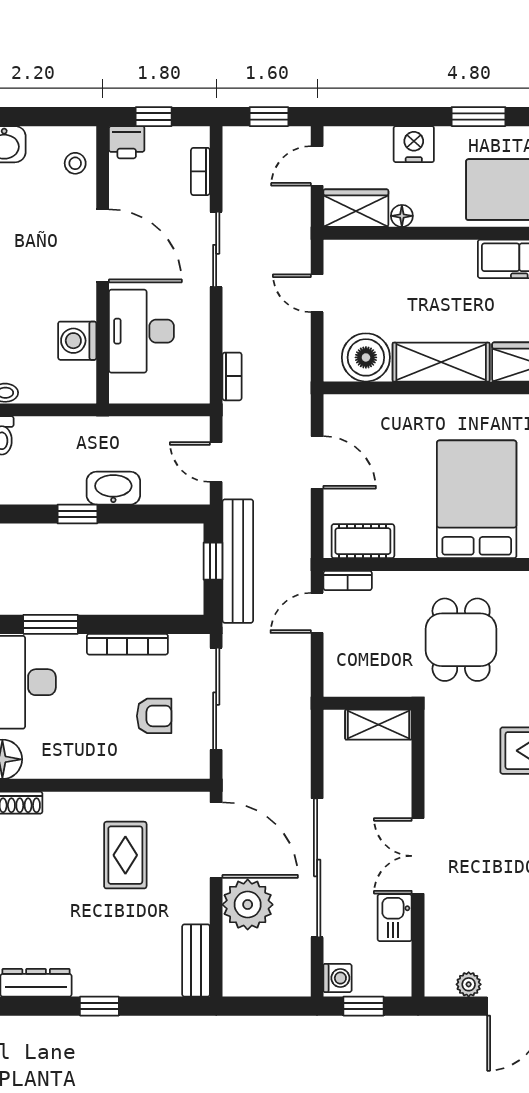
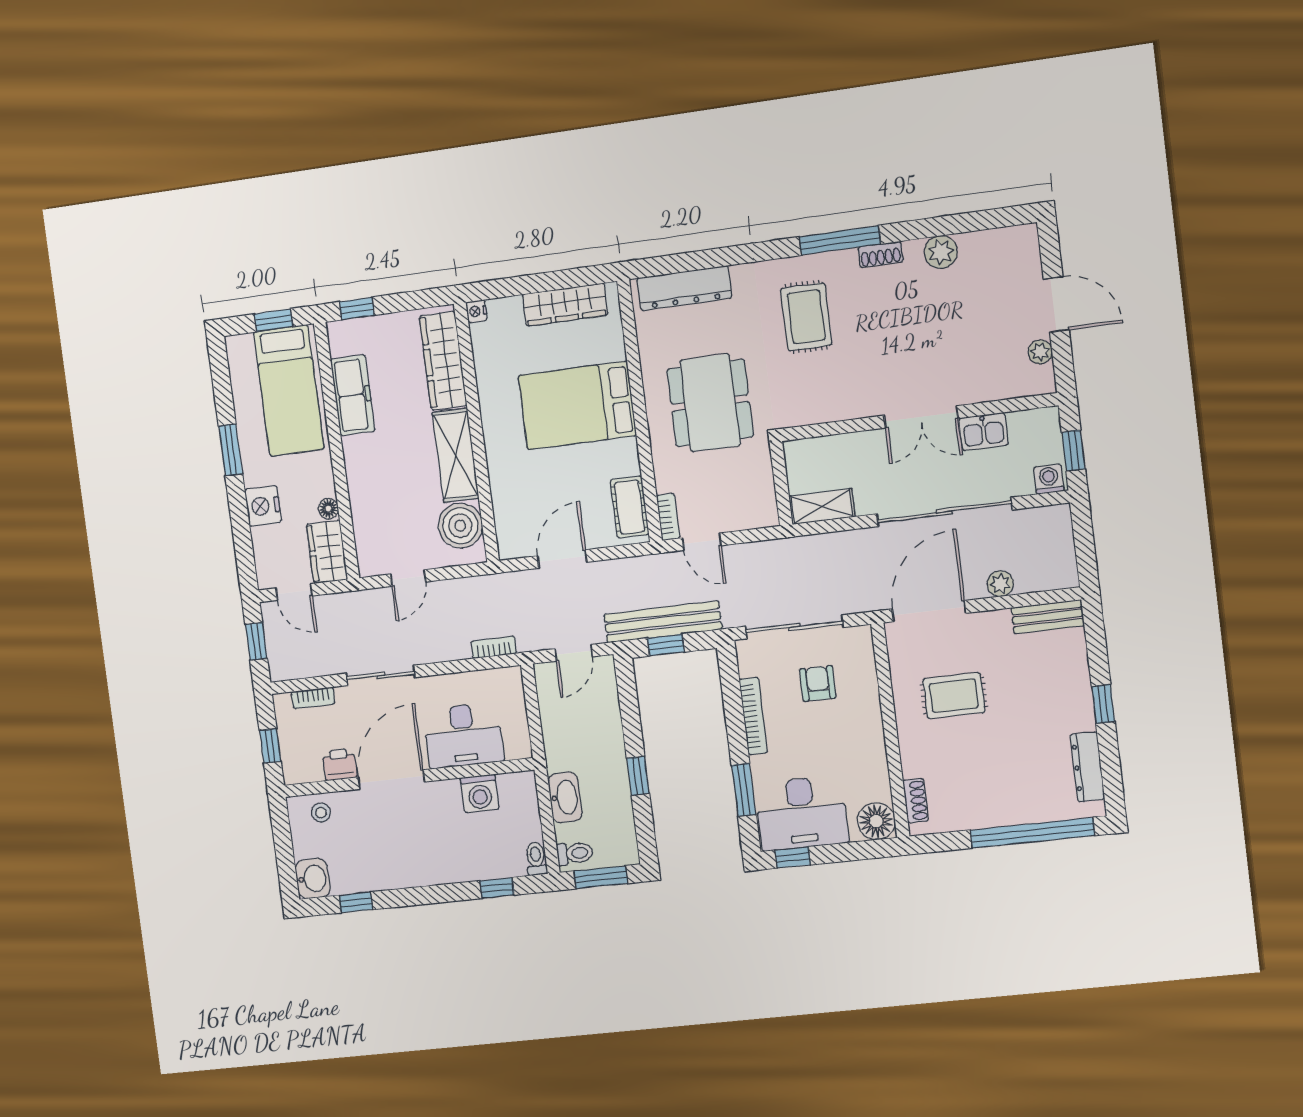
printer: (127, 142) -> (340, 765), moved, turned -90
washbasin: (113, 488) -> (565, 797), moved, turned 180
dining table: (461, 640) -> (710, 403), width x1.38
shelving: (378, 725) -> (822, 506), moved, turned 90
plant: (248, 905) -> (1000, 584), width x0.53, depth x0.53

